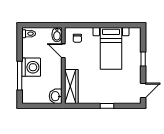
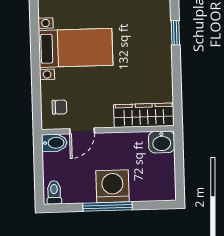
window: (20, 76) -> (108, 206), moved
window: (107, 106) -> (175, 33), moved

